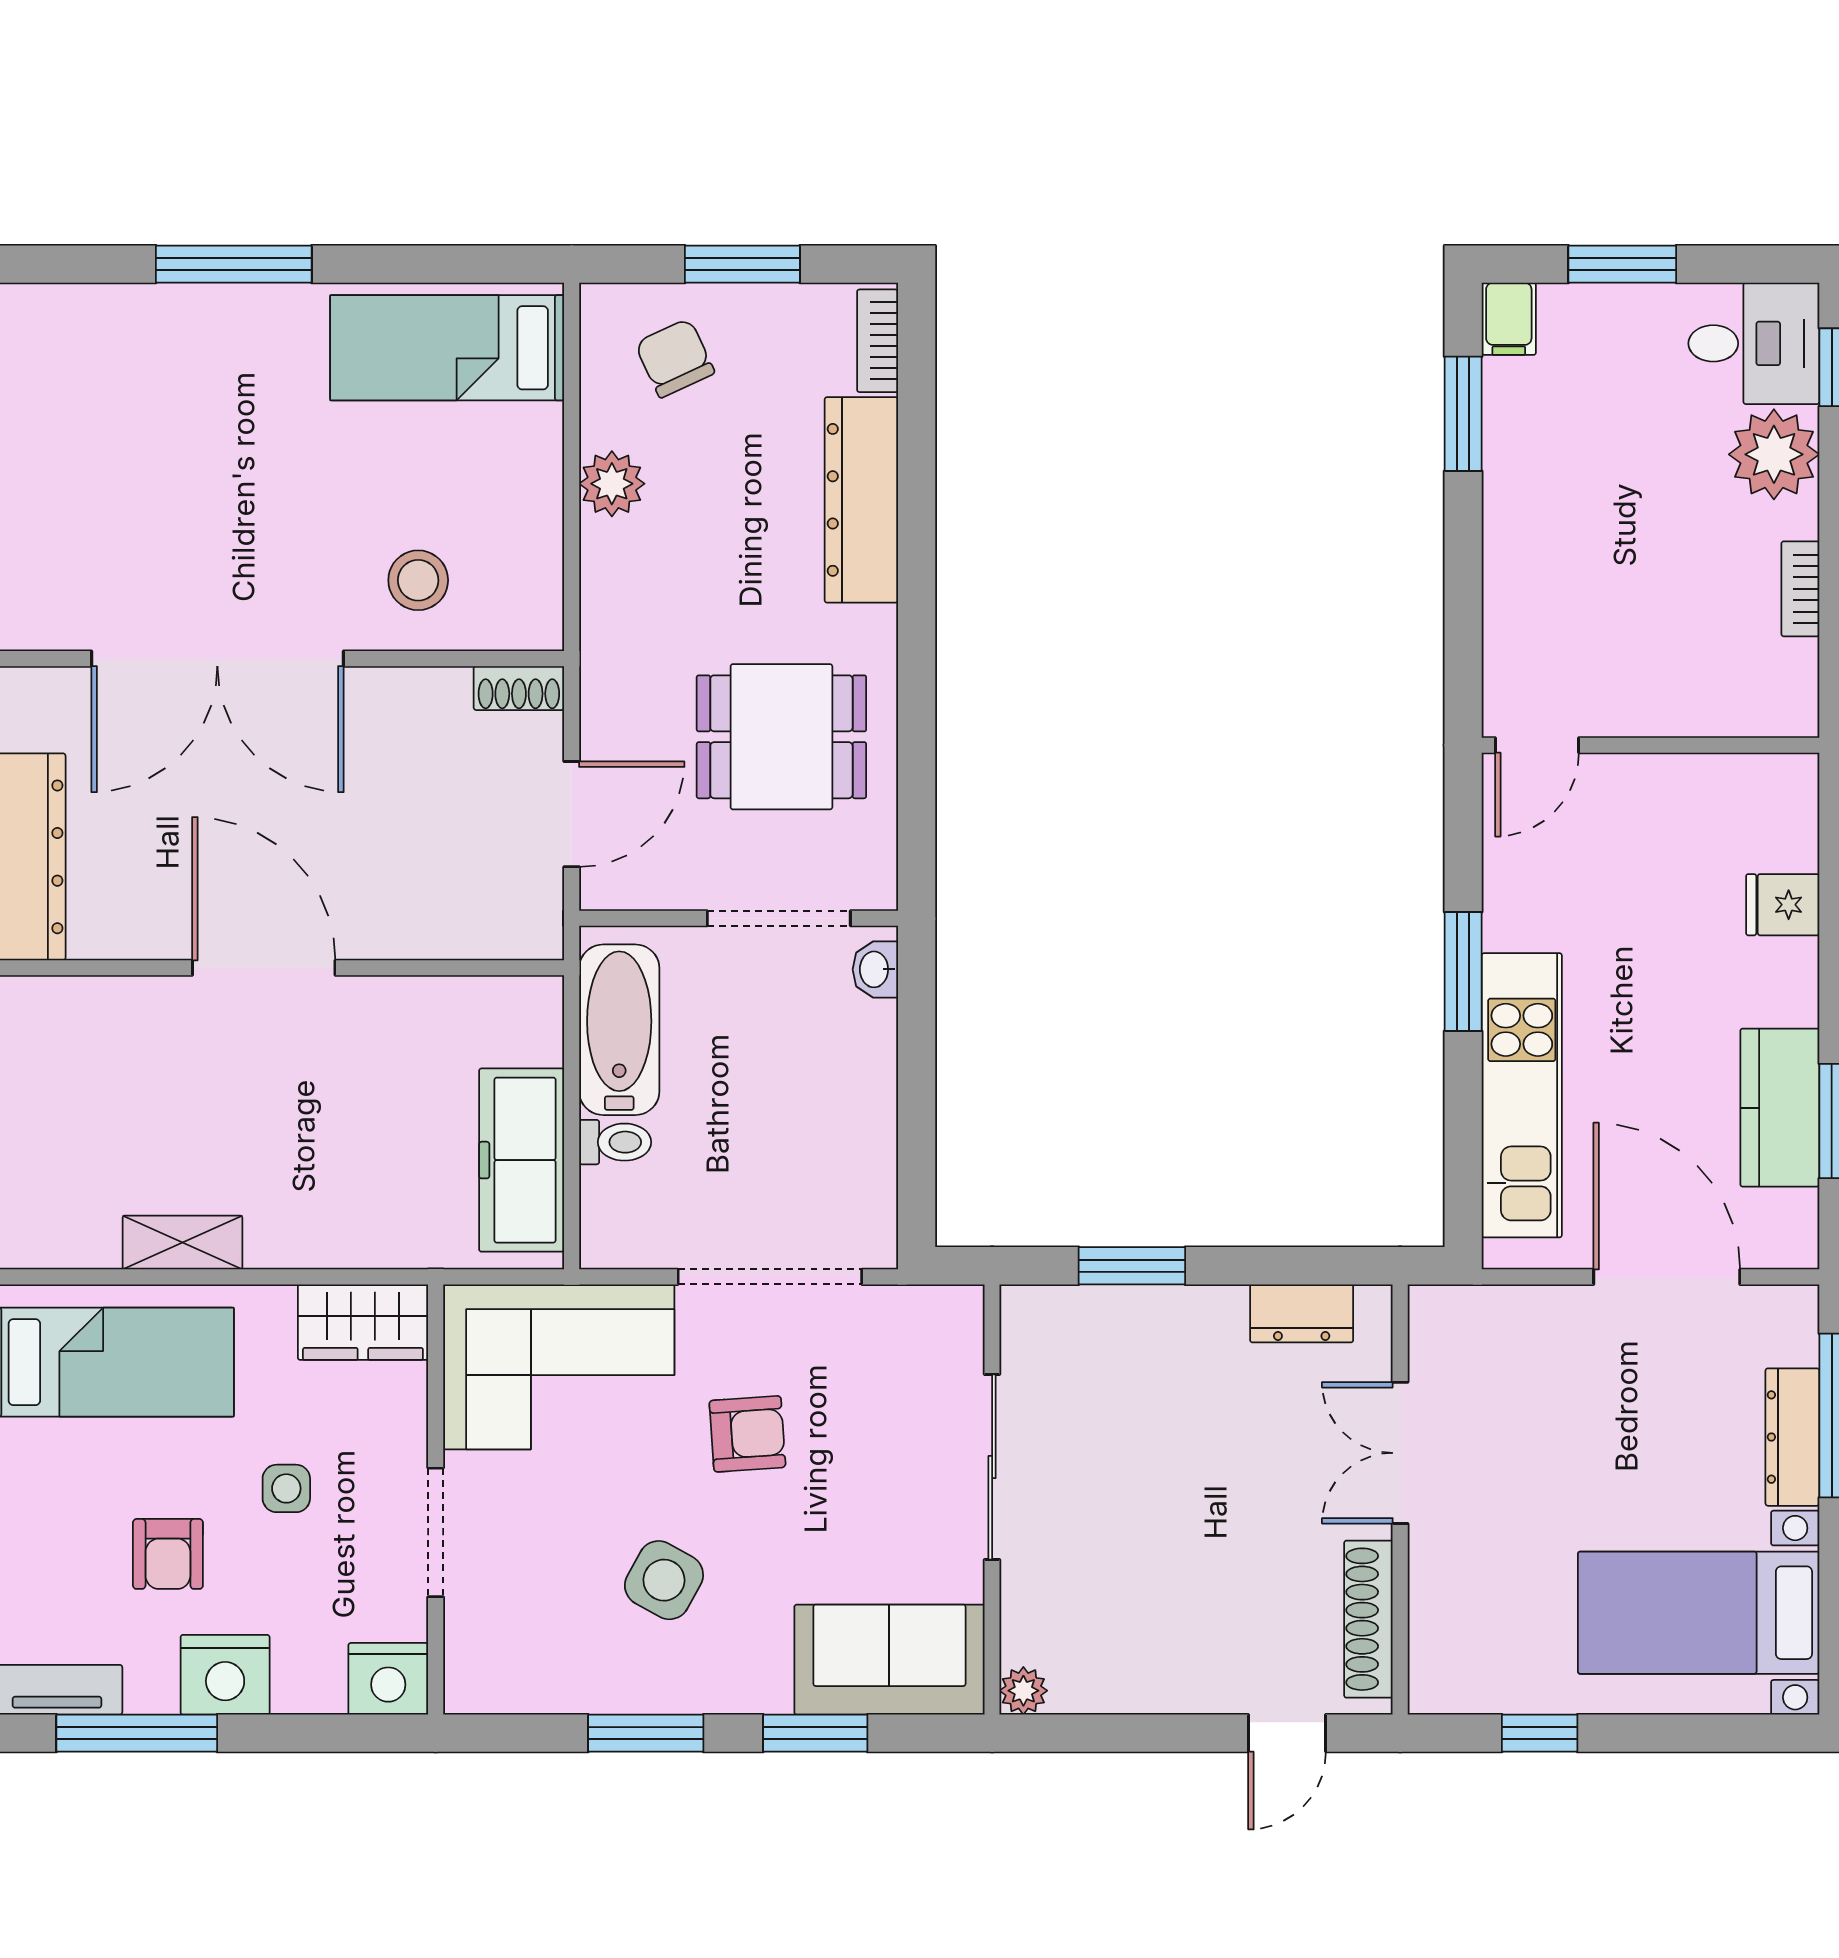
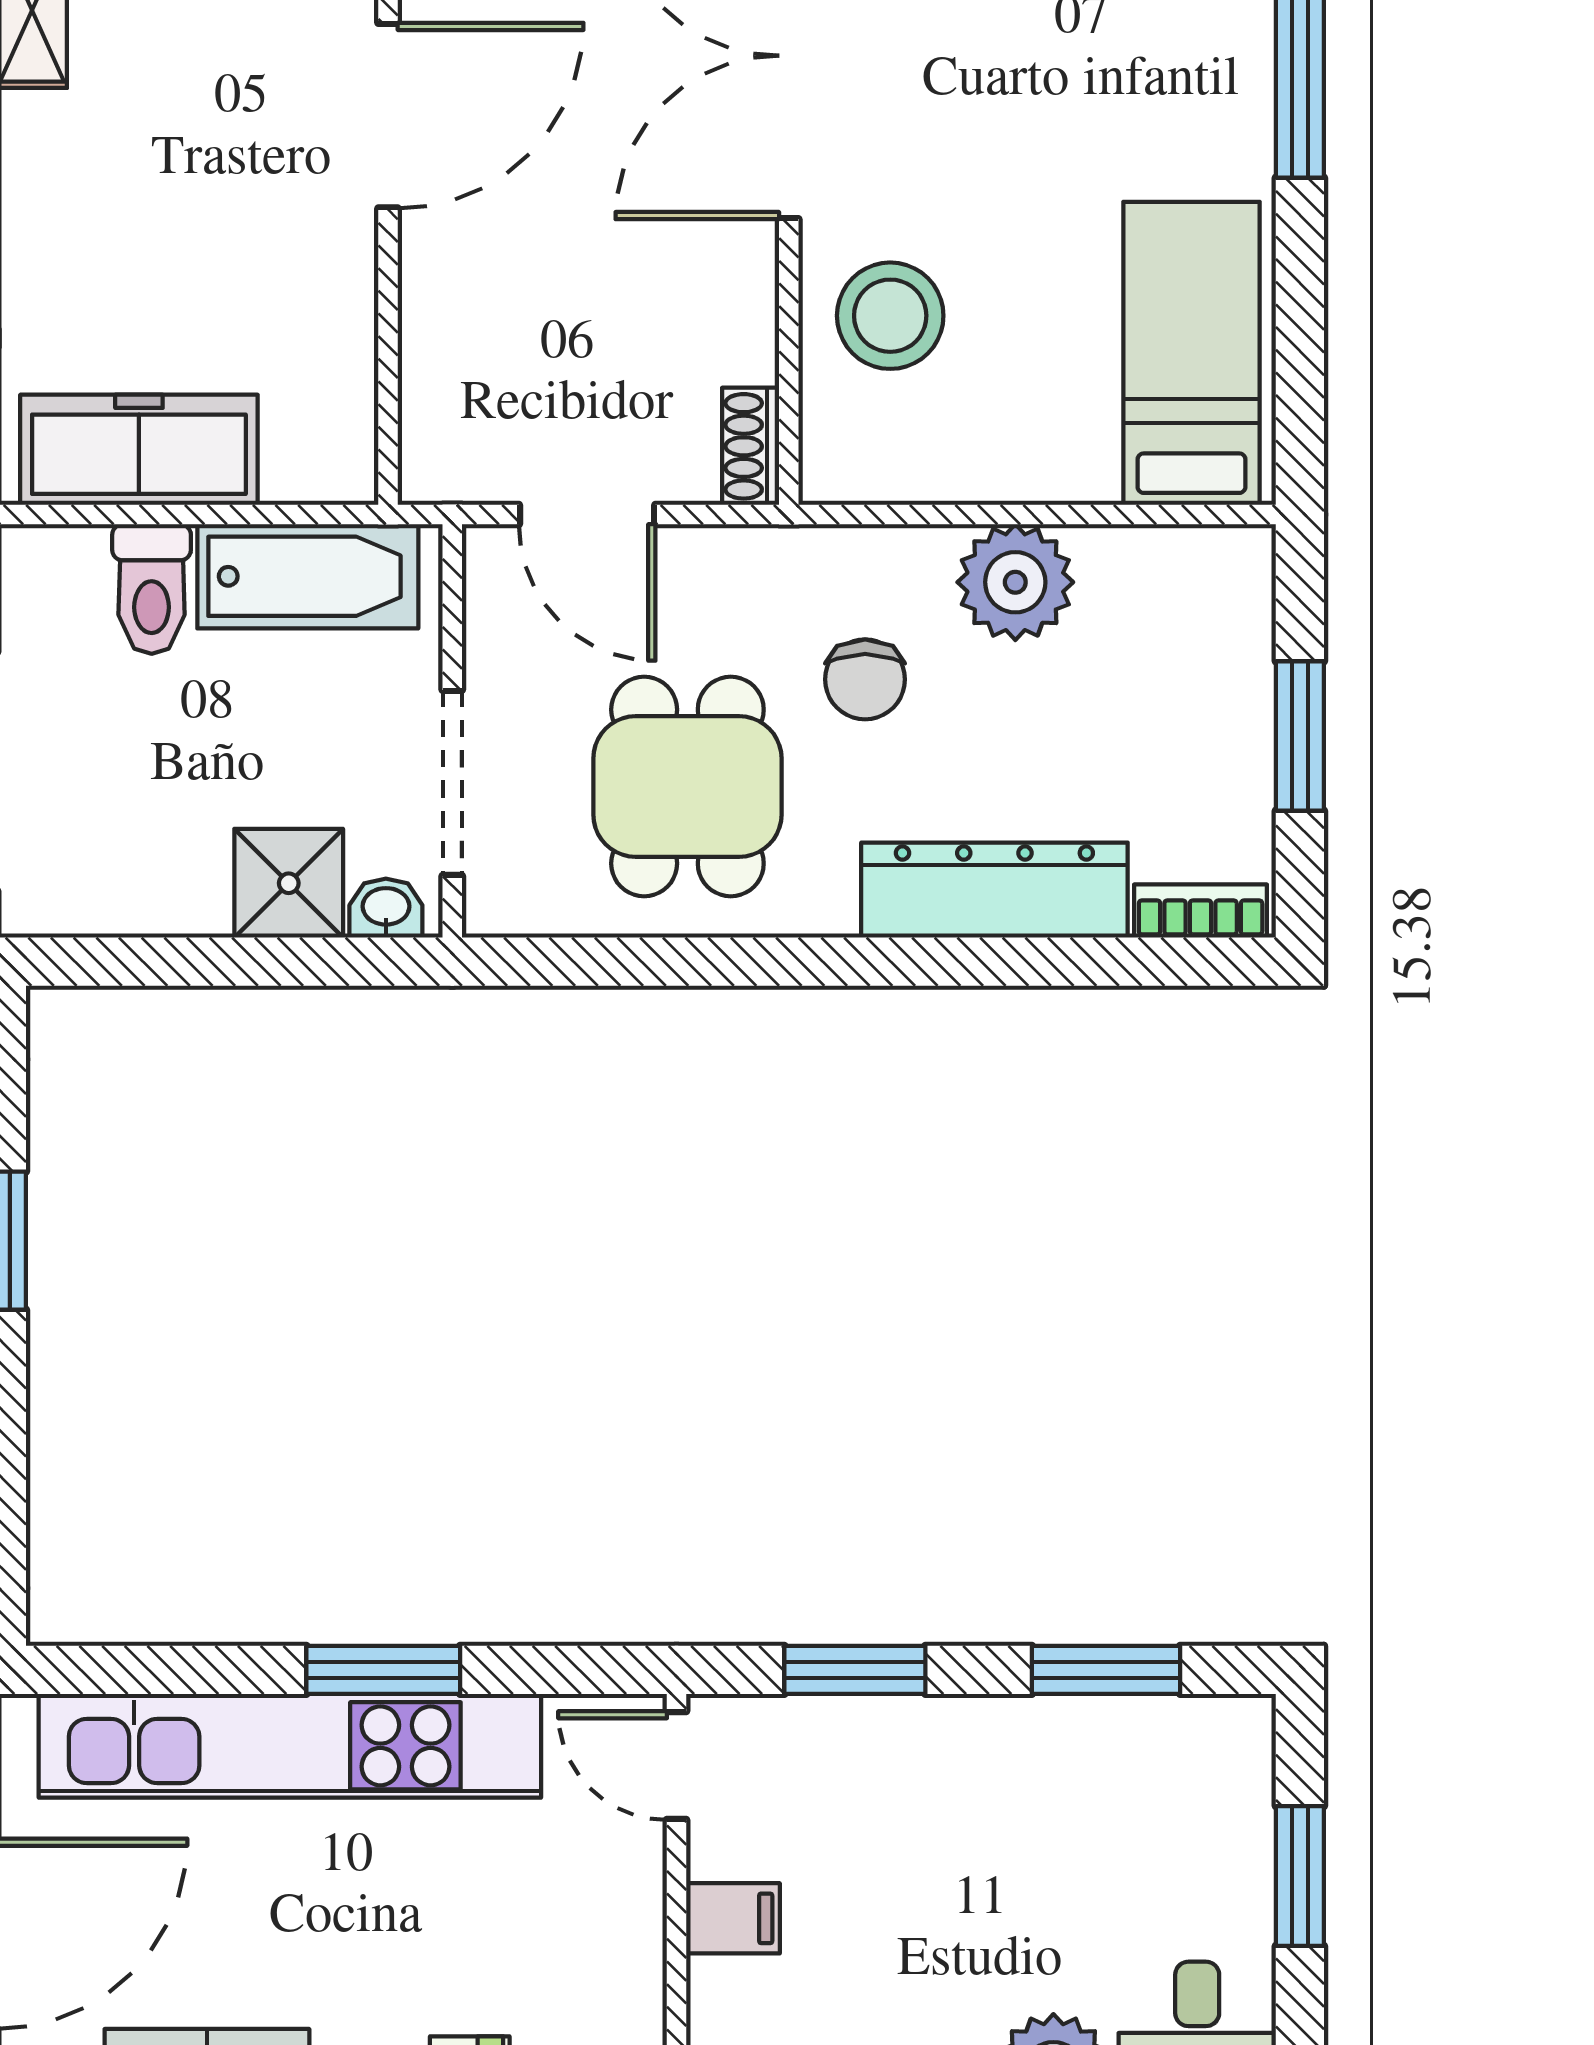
filing cabinet: (1509, 319) -> (733, 1918), moved, turned 180
chair: (675, 358) -> (865, 679), moved, turned 115
plant: (612, 484) -> (1015, 582), width x1.36, depth x1.36
stool: (418, 580) -> (890, 316), width x1.38, depth x1.38
window: (1463, 607) -> (855, 1670), added
shower: (856, 1044) -> (289, 883), added
kitchen unit: (1522, 1095) -> (290, 1746), width x1.36
toilet: (615, 1142) -> (152, 589), width x1.37, depth x1.39

